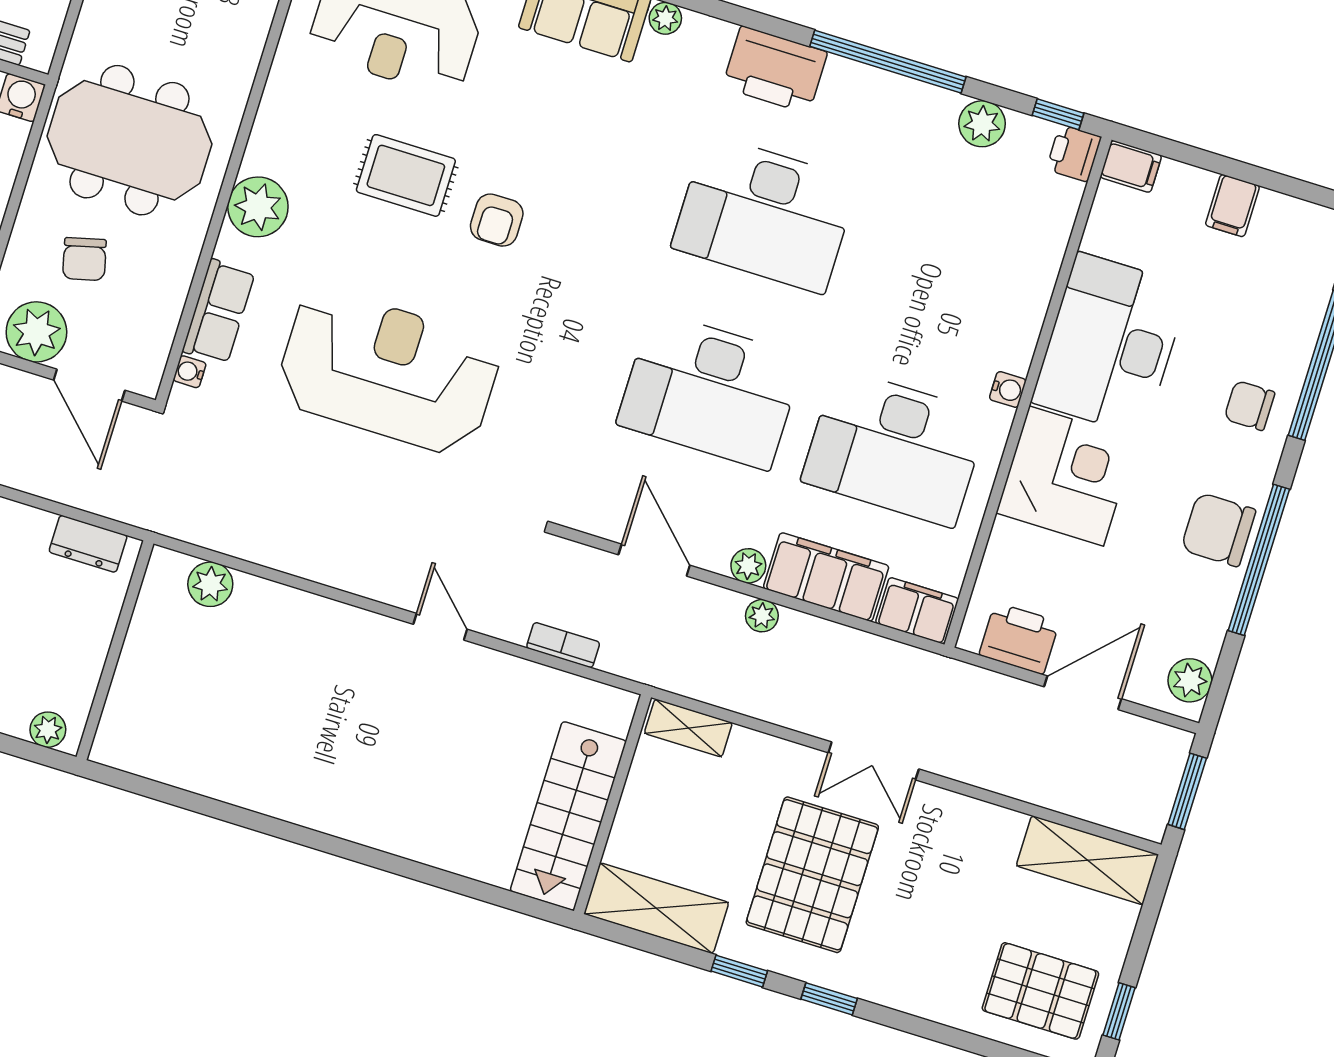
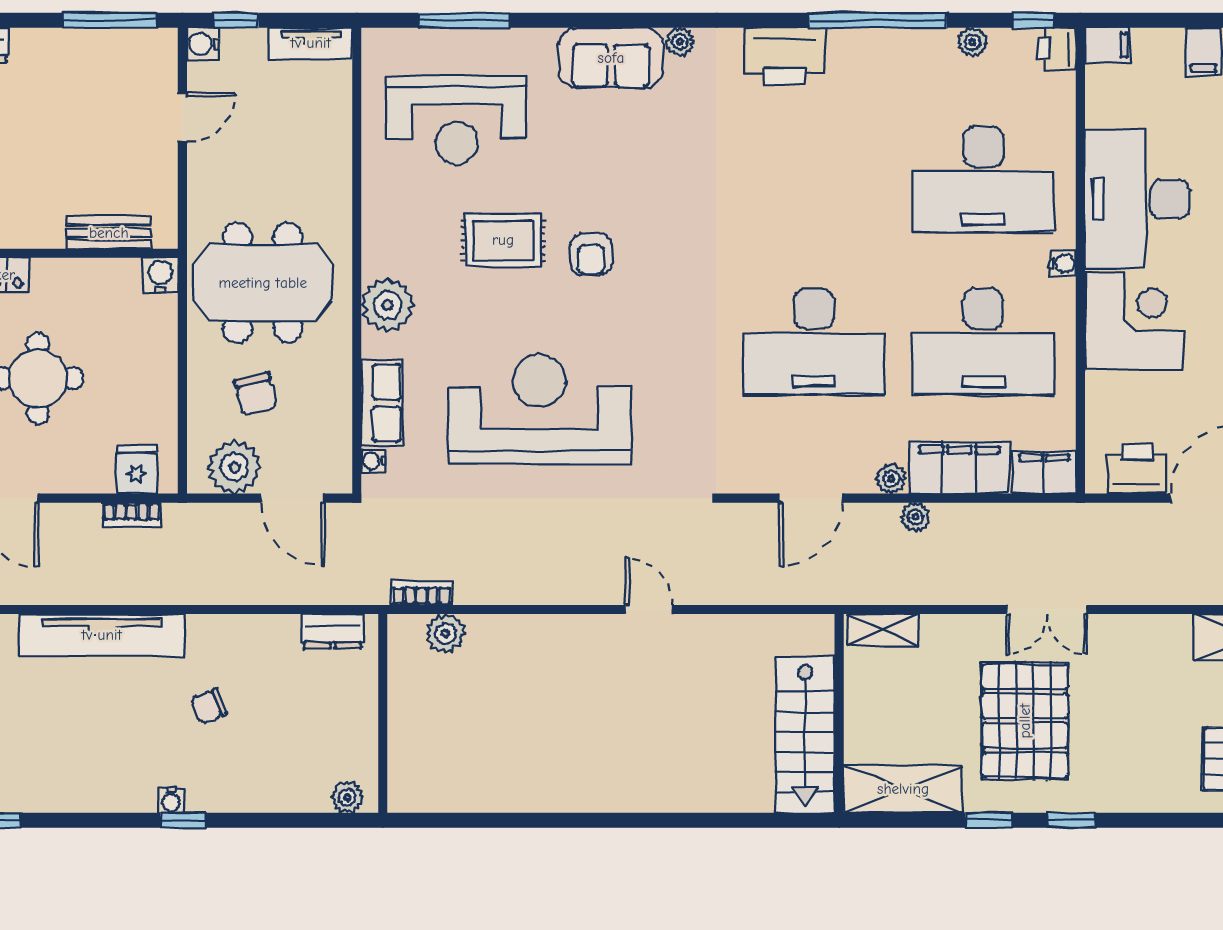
plant: (982, 124) -> (972, 42), width x0.73, depth x0.73
desk: (765, 214) -> (983, 180), moved
door: (654, 560) -> (811, 498), swing flipped
bookcase: (563, 645) -> (421, 593), moved

